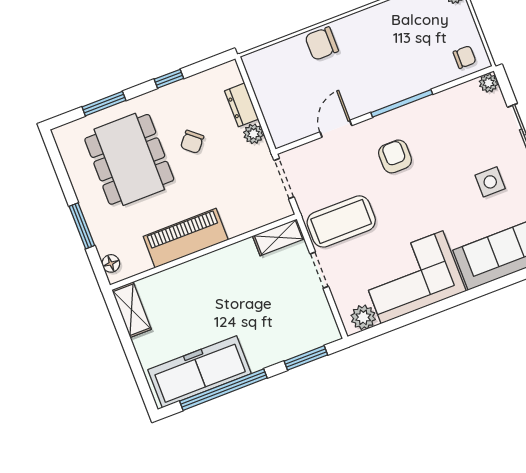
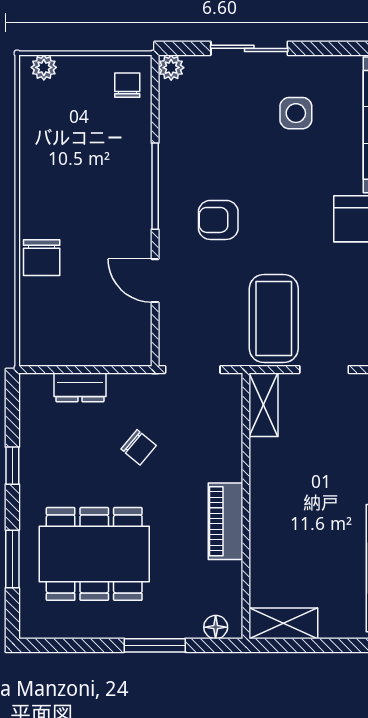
plant: (253, 134) -> (122, 386), removed
chair: (192, 142) -> (139, 447), moved
piano: (186, 238) -> (226, 521), width x0.73, depth x0.75

